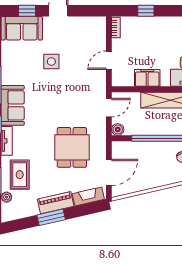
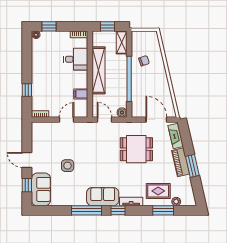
door: (109, 60) -> (67, 120), swing flipped
filing cabinet: (147, 78) -> (81, 94), width x0.50

